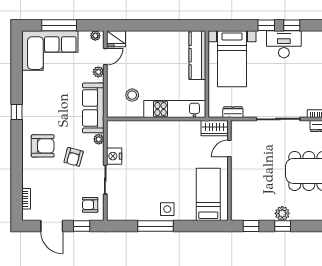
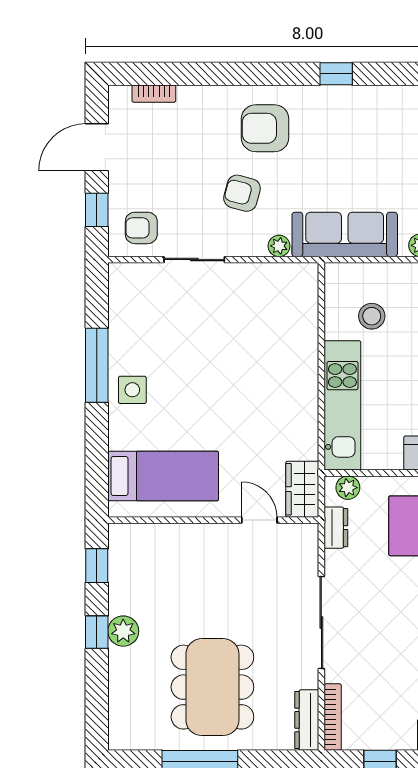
plant: (214, 106) -> (348, 488), added
armchair: (43, 146) -> (265, 128), turned 90
nightstand: (114, 156) -> (244, 278), removed
armchair: (90, 205) -> (141, 228), turned -90

